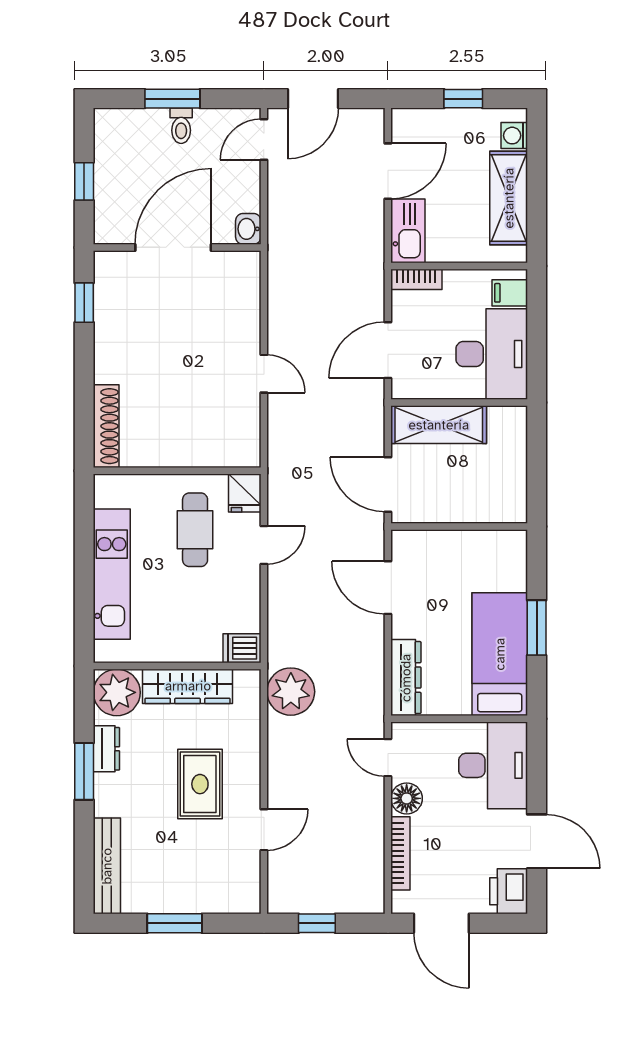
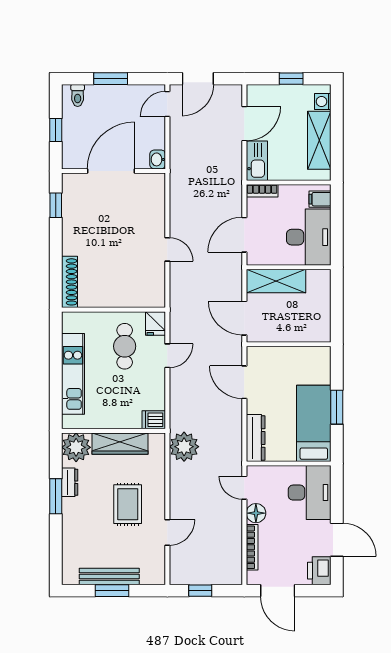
toilet: (181, 126) -> (78, 95), moved
bench: (107, 866) -> (109, 576), moved, turned 90

